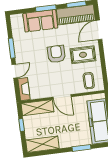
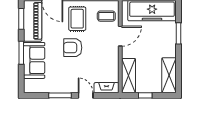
door: (62, 97) -> (120, 36), moved

